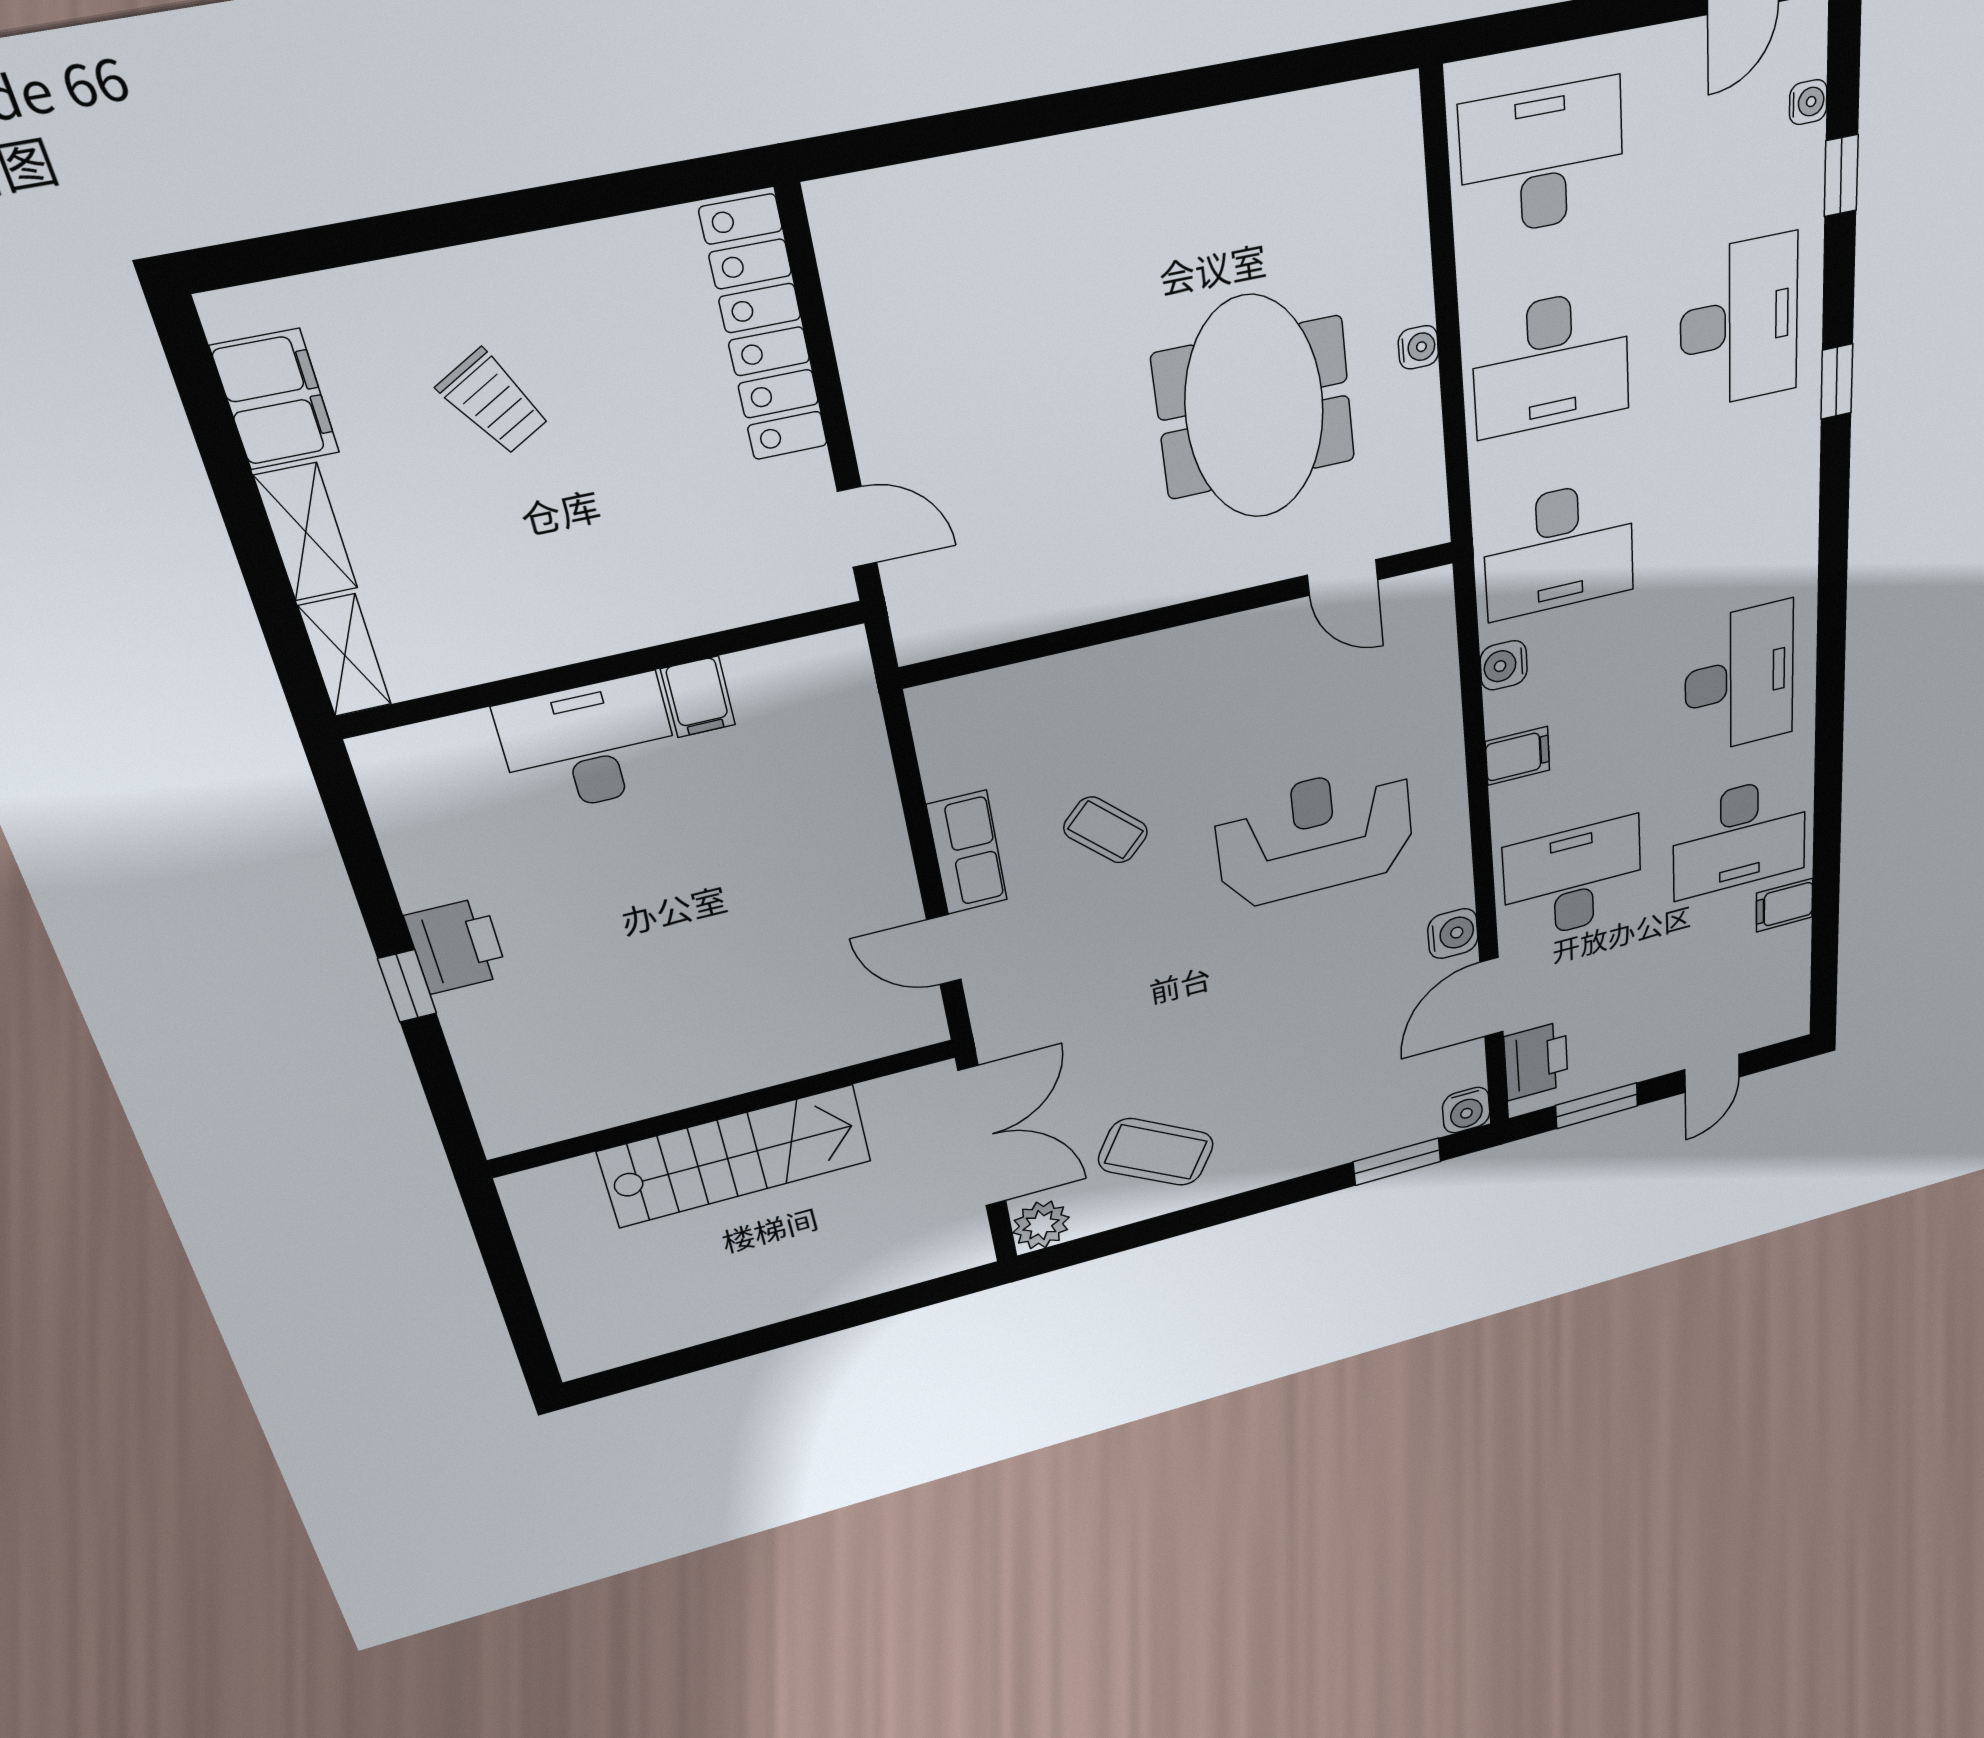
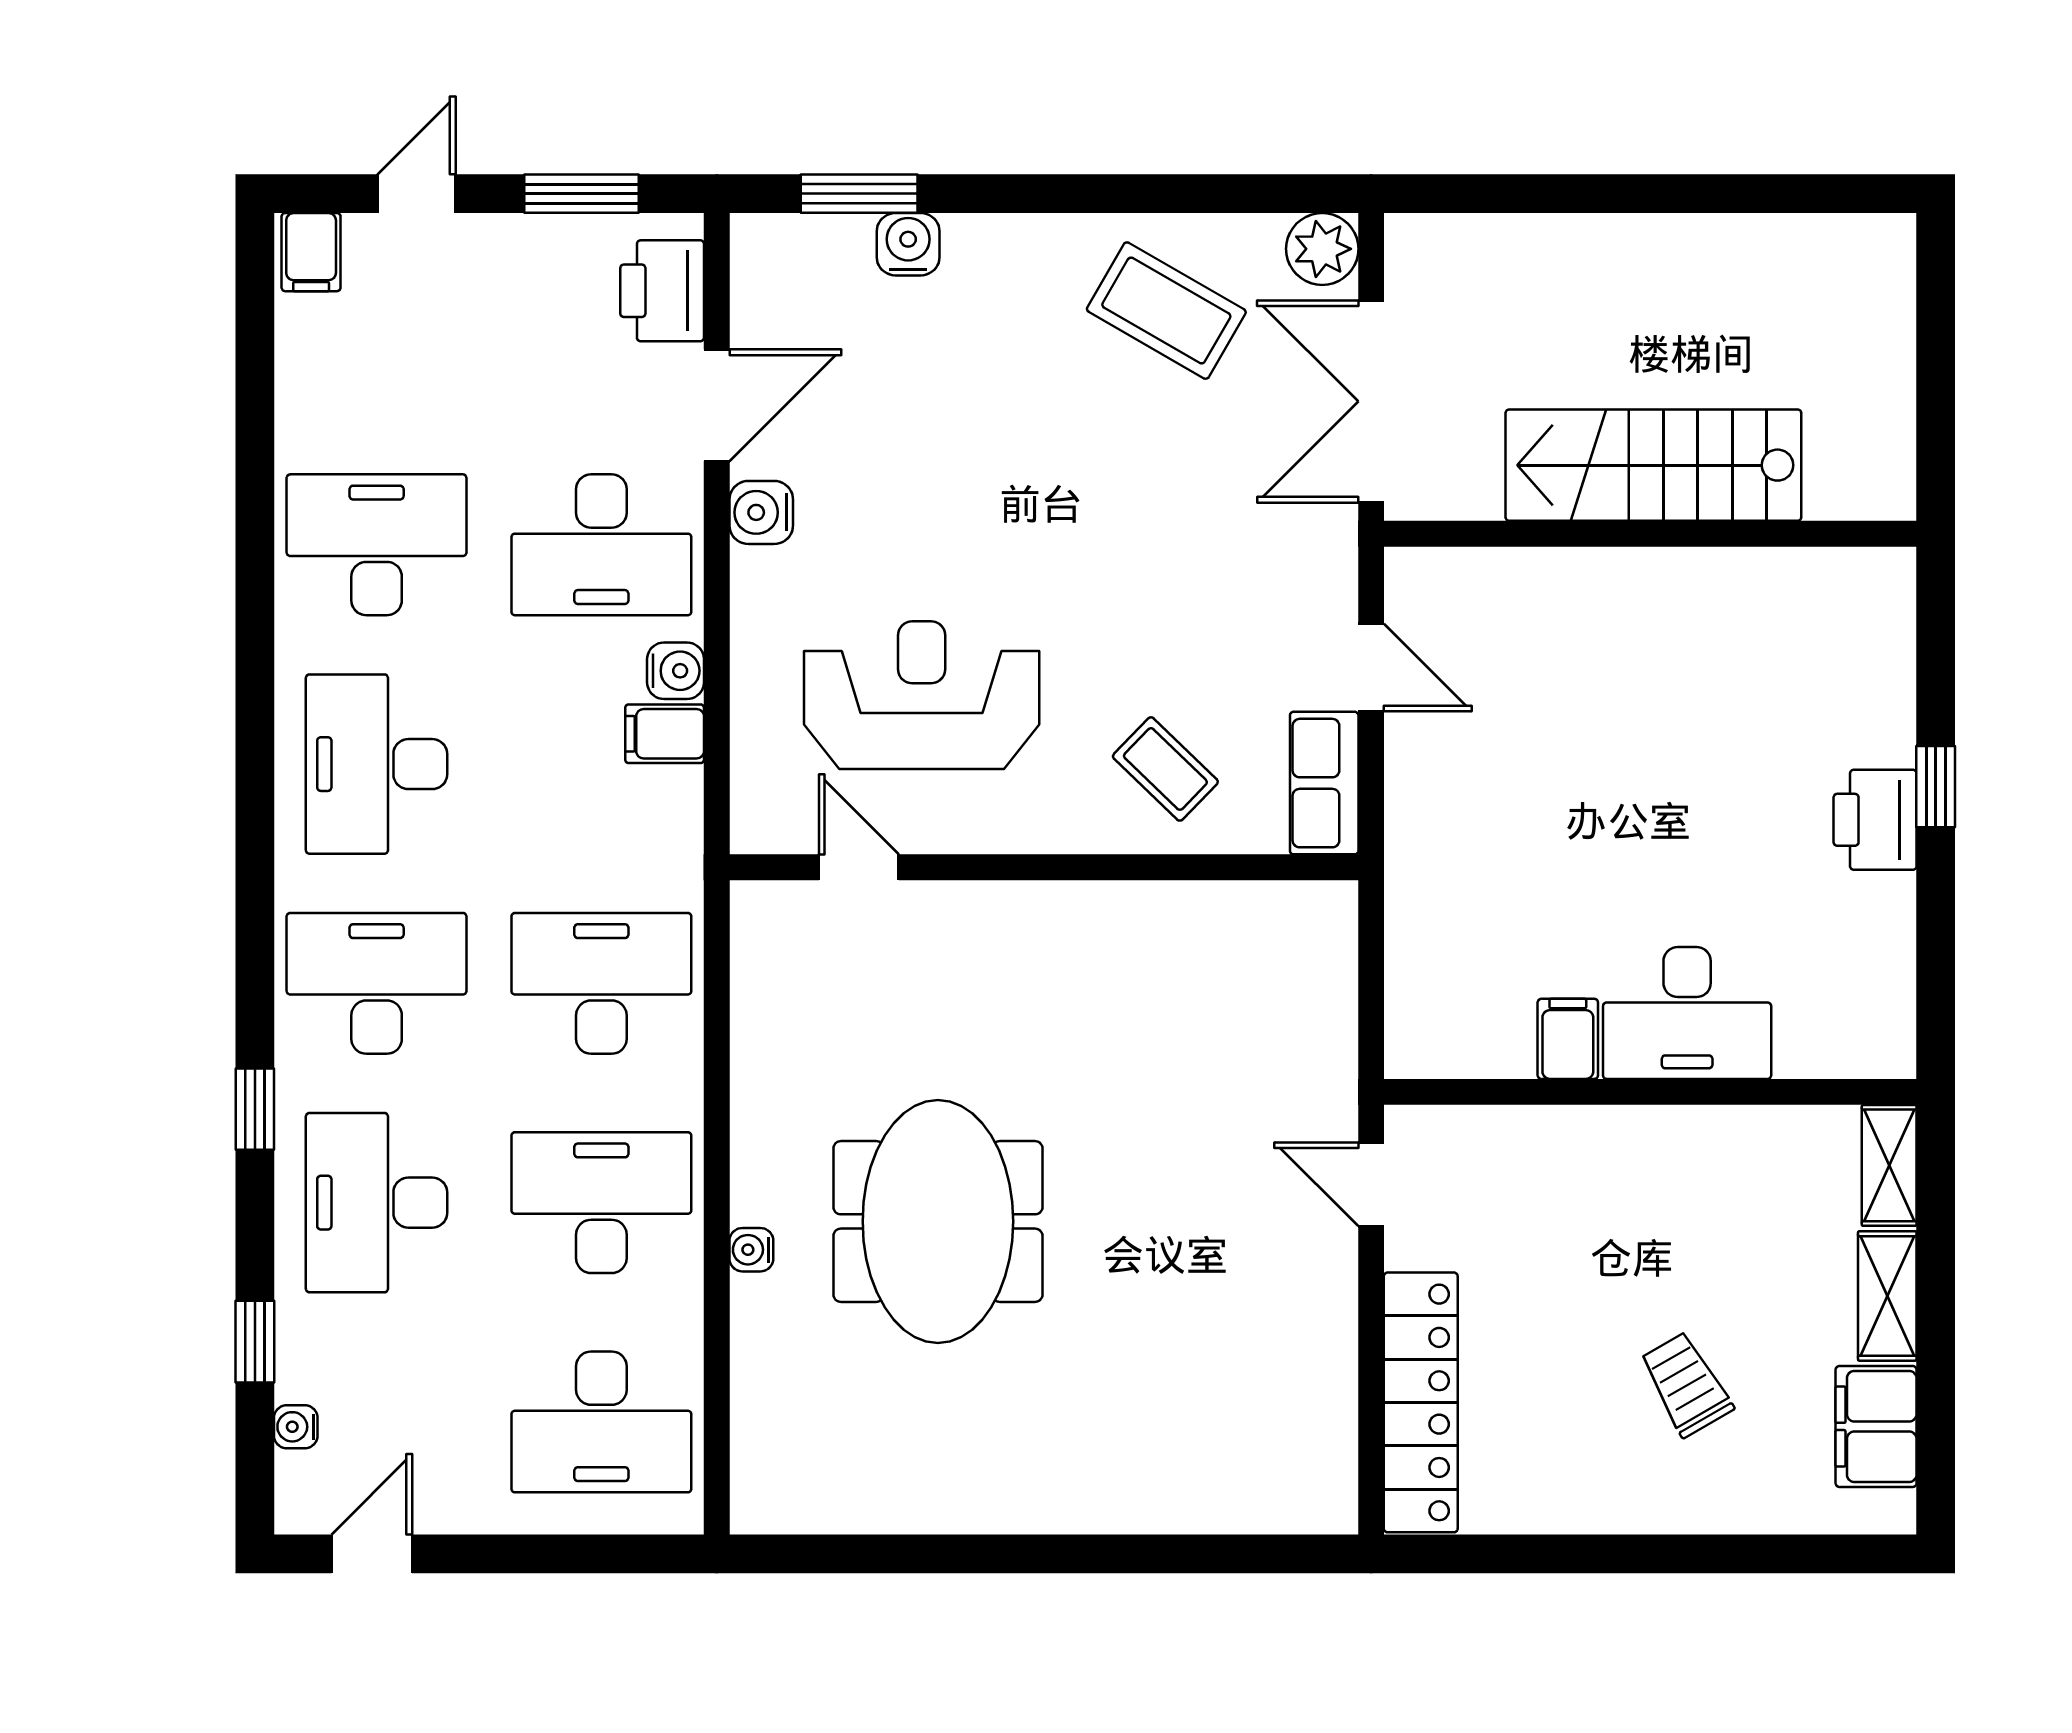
desk: (1739, 508) -> (377, 983), added
door: (1343, 578) -> (859, 867), moved
wall: (1183, 614) -> (1044, 867), moved
water cooler: (1504, 665) -> (676, 671), moved
reception desk: (1315, 835) -> (922, 695), turned 180
filing cabinet: (1785, 905) -> (311, 252), moved, turned 90
water cooler: (1466, 1110) -> (908, 244), moved

